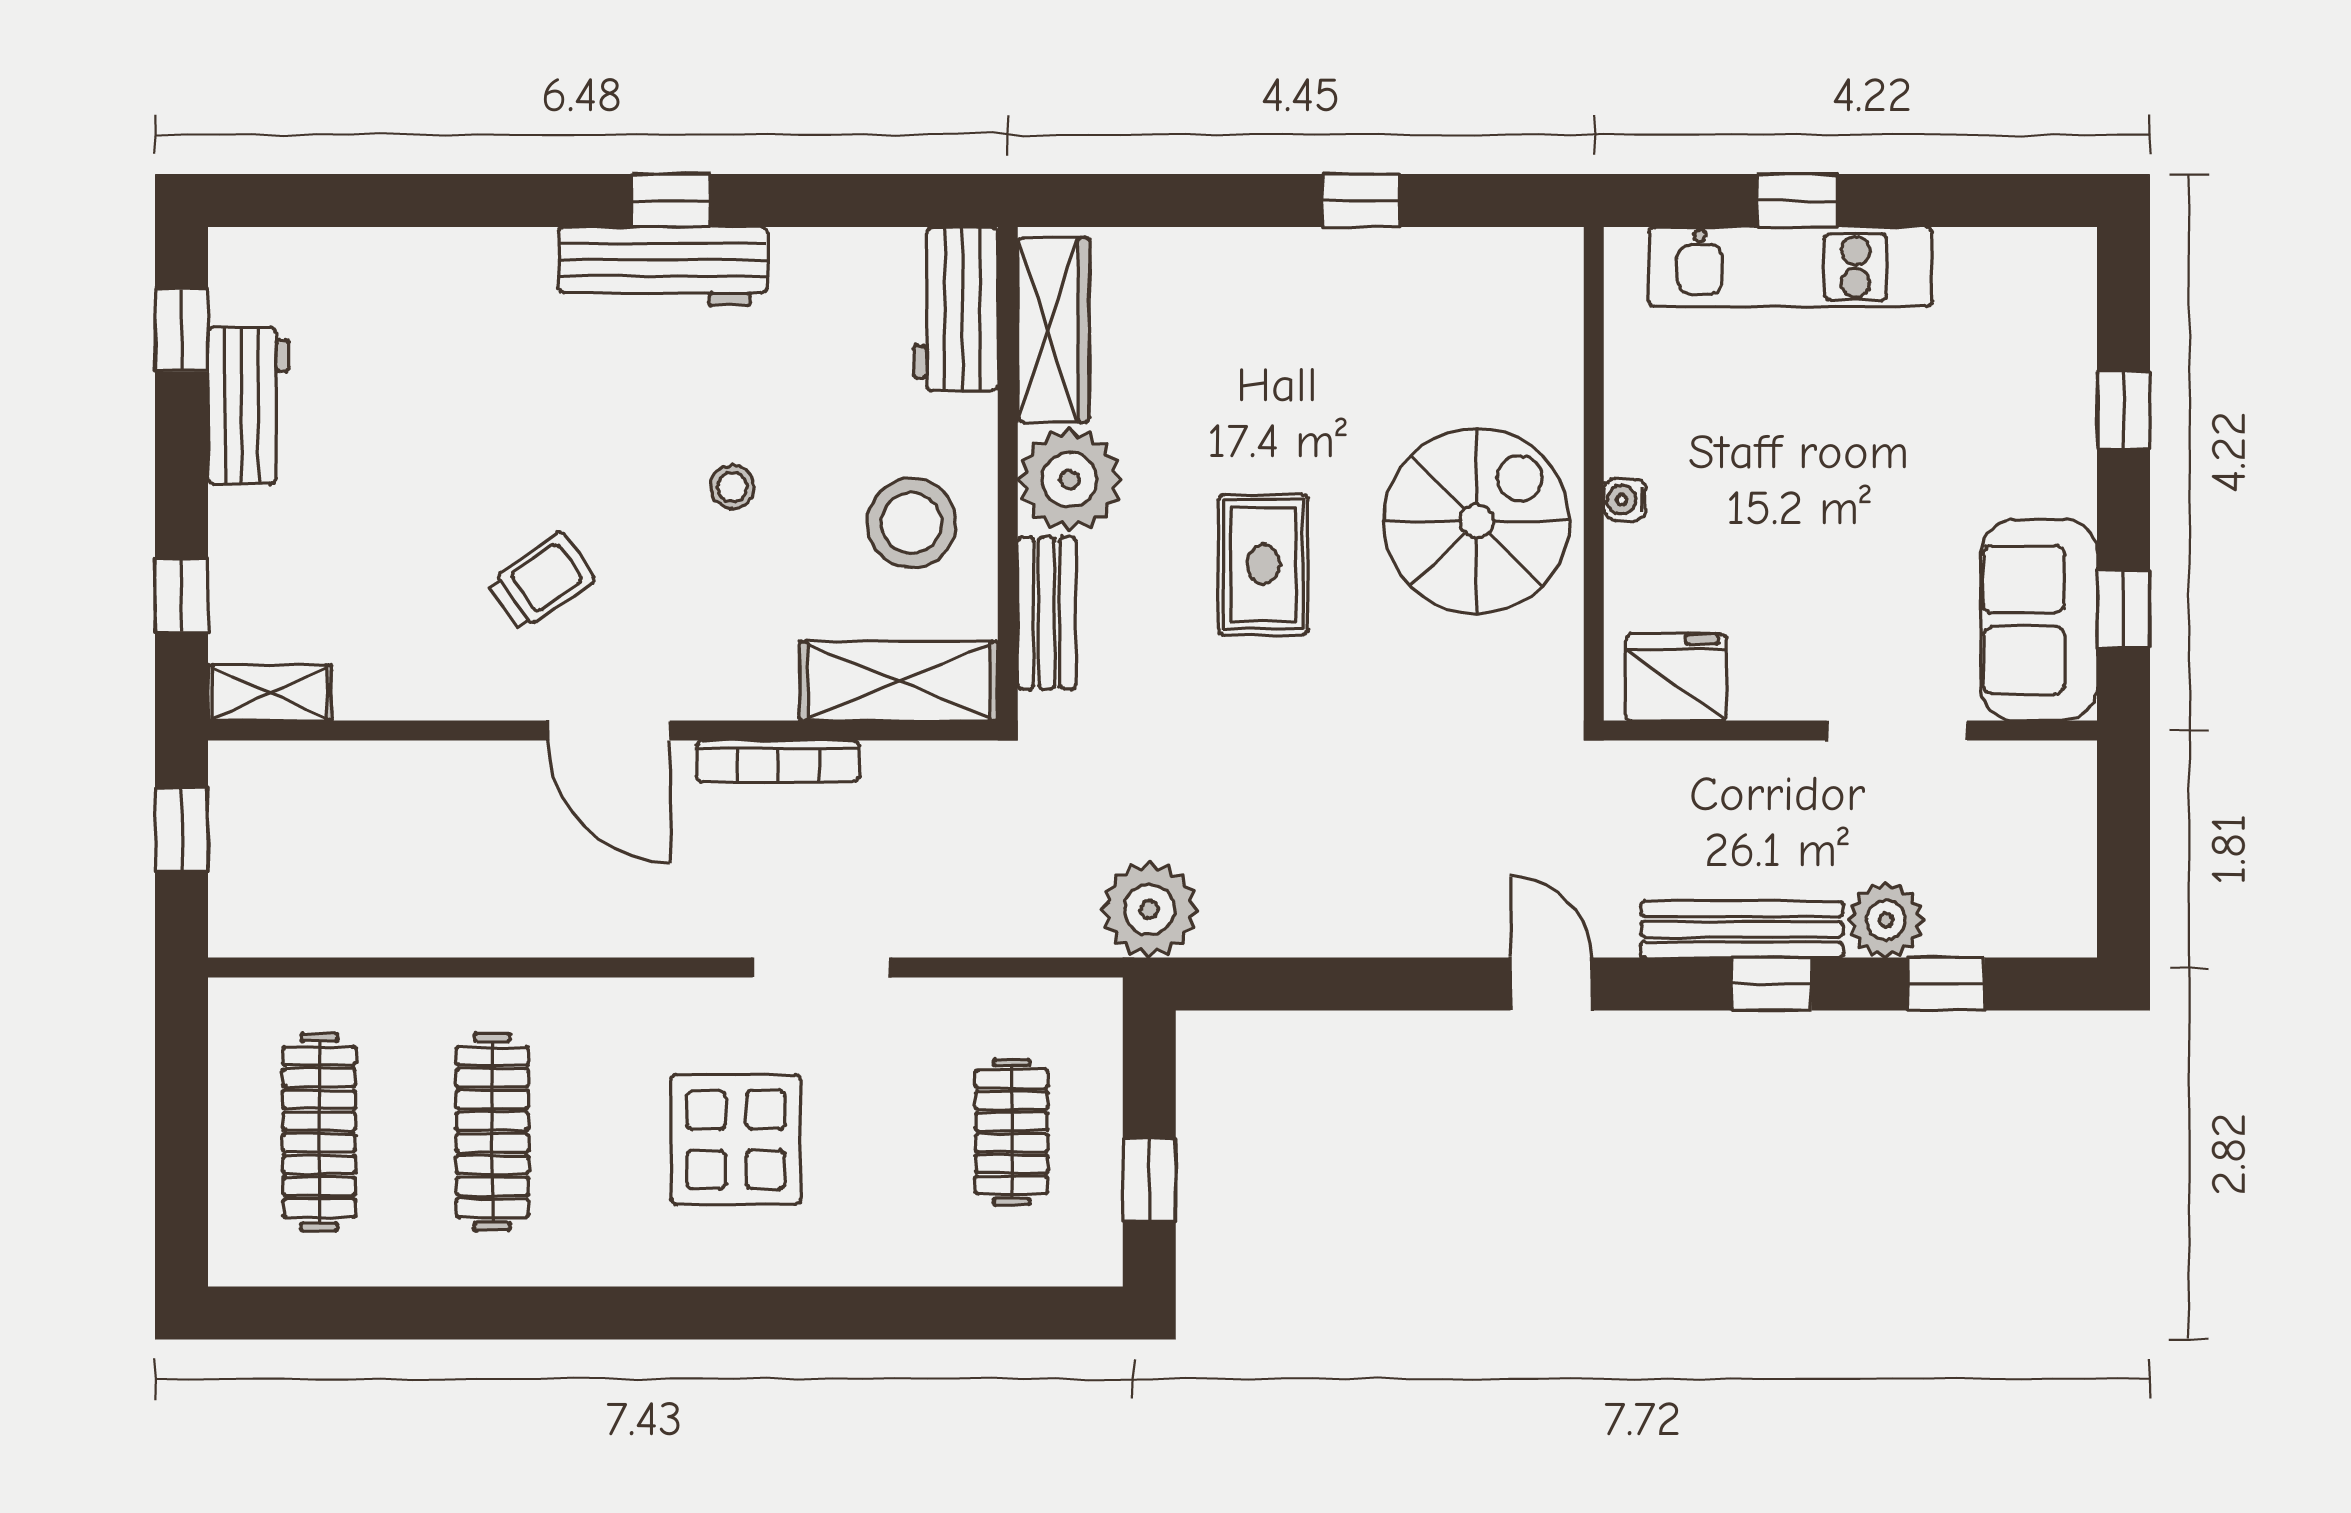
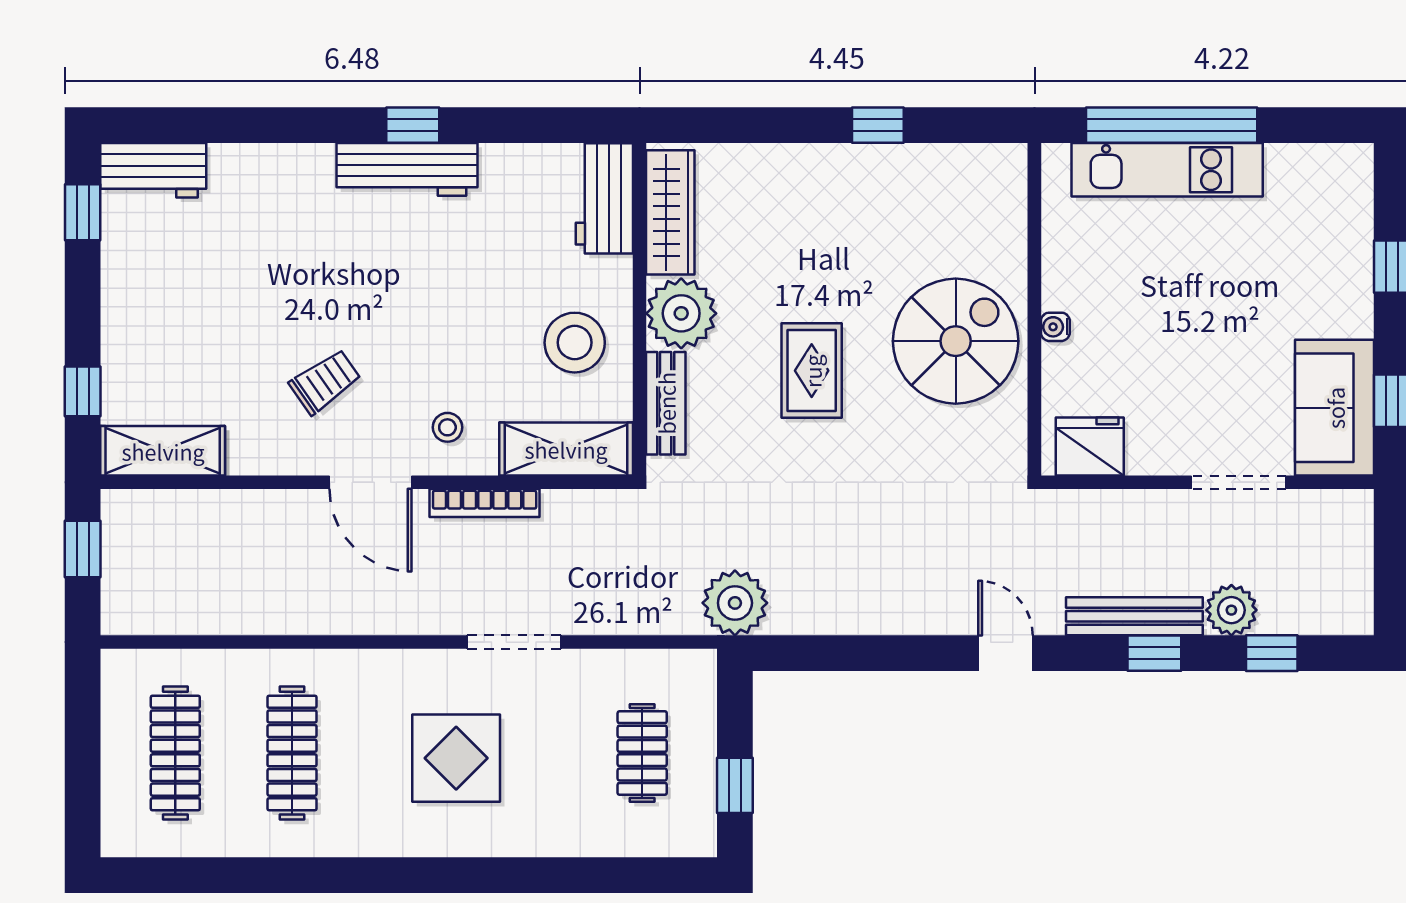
window: (1797, 201) -> (1172, 125), width x3.17
workbench: (248, 406) -> (153, 170), moved, turned 90
stool: (732, 487) -> (447, 427), moved
shelving: (270, 693) -> (163, 451), width x1.50, depth x1.33

